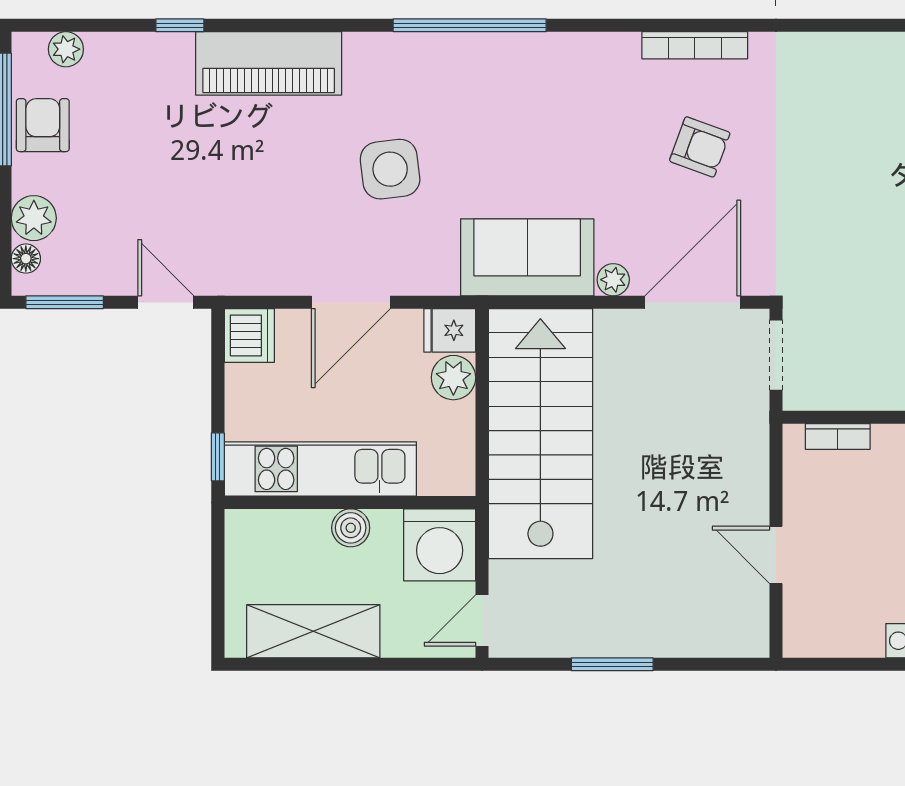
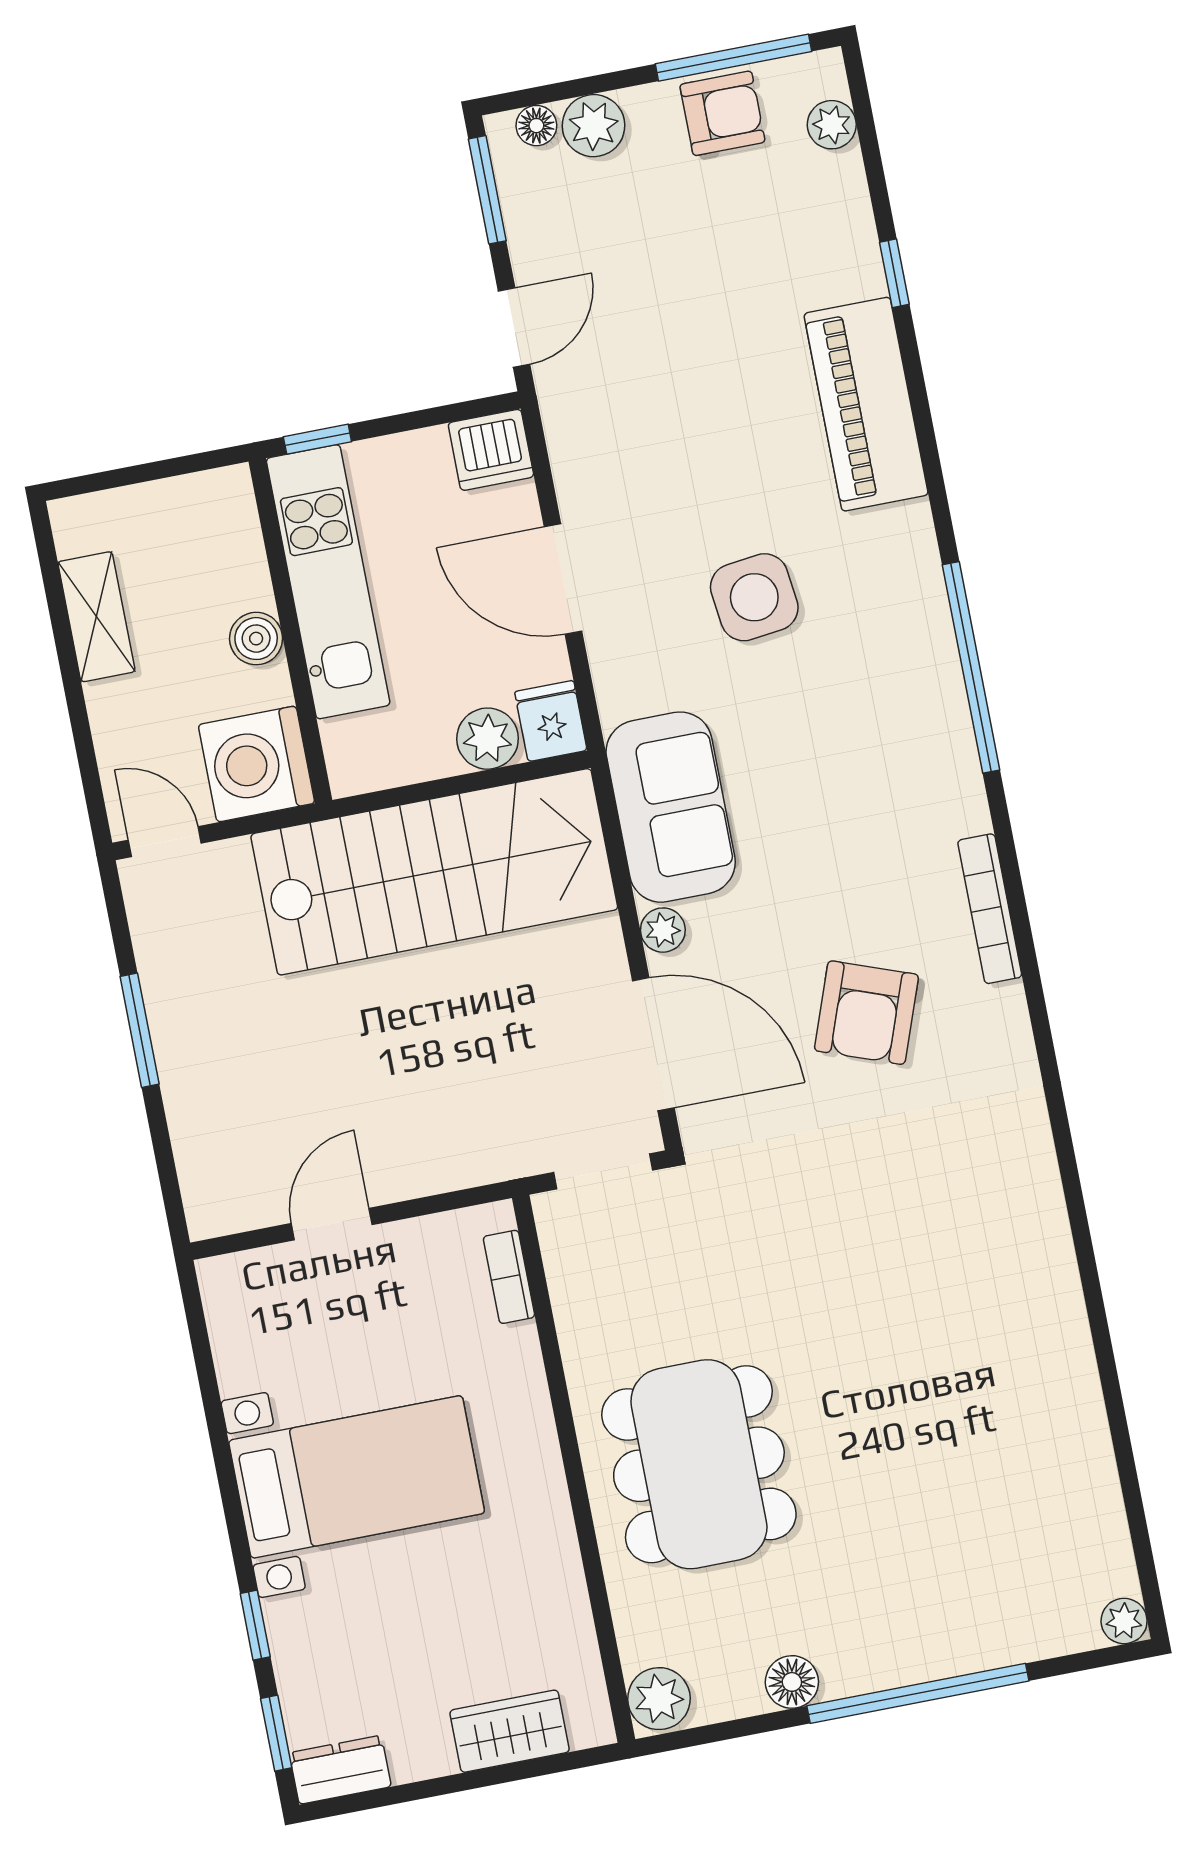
bookcase: (695, 45) -> (990, 909), moved
armchair: (700, 147) -> (866, 1013), width x1.38, depth x1.38
shelving: (313, 631) -> (96, 617), width x0.67, depth x0.75

